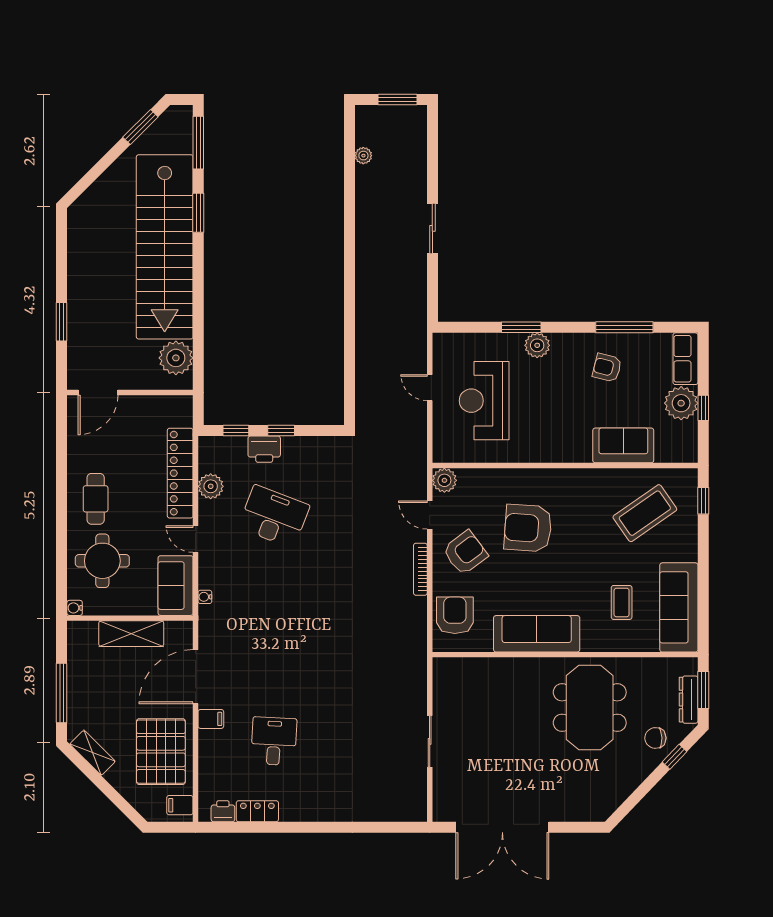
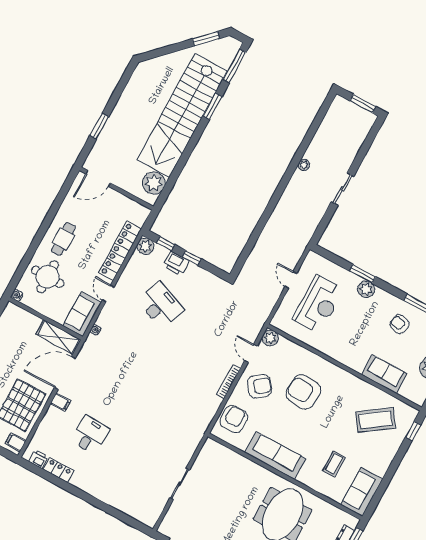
plant: (363, 156) -> (304, 165), moved
reception desk: (484, 401) -> (318, 304), turned 180
plant: (211, 486) -> (145, 246), moved
sofa: (679, 607) -> (362, 492), width x0.73
shelving: (131, 634) -> (58, 337), moved

